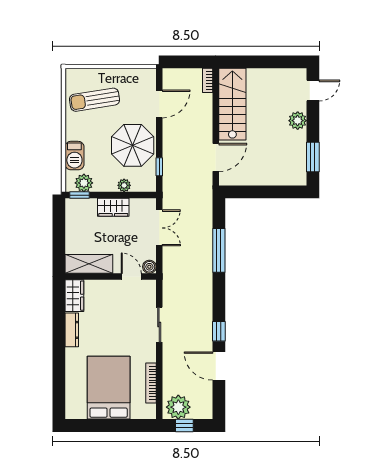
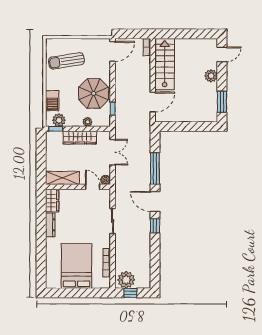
door: (159, 104) -> (113, 51), moved
wardrobe: (113, 207) -> (80, 138), width x1.50
door: (219, 366) -> (155, 201), moved

